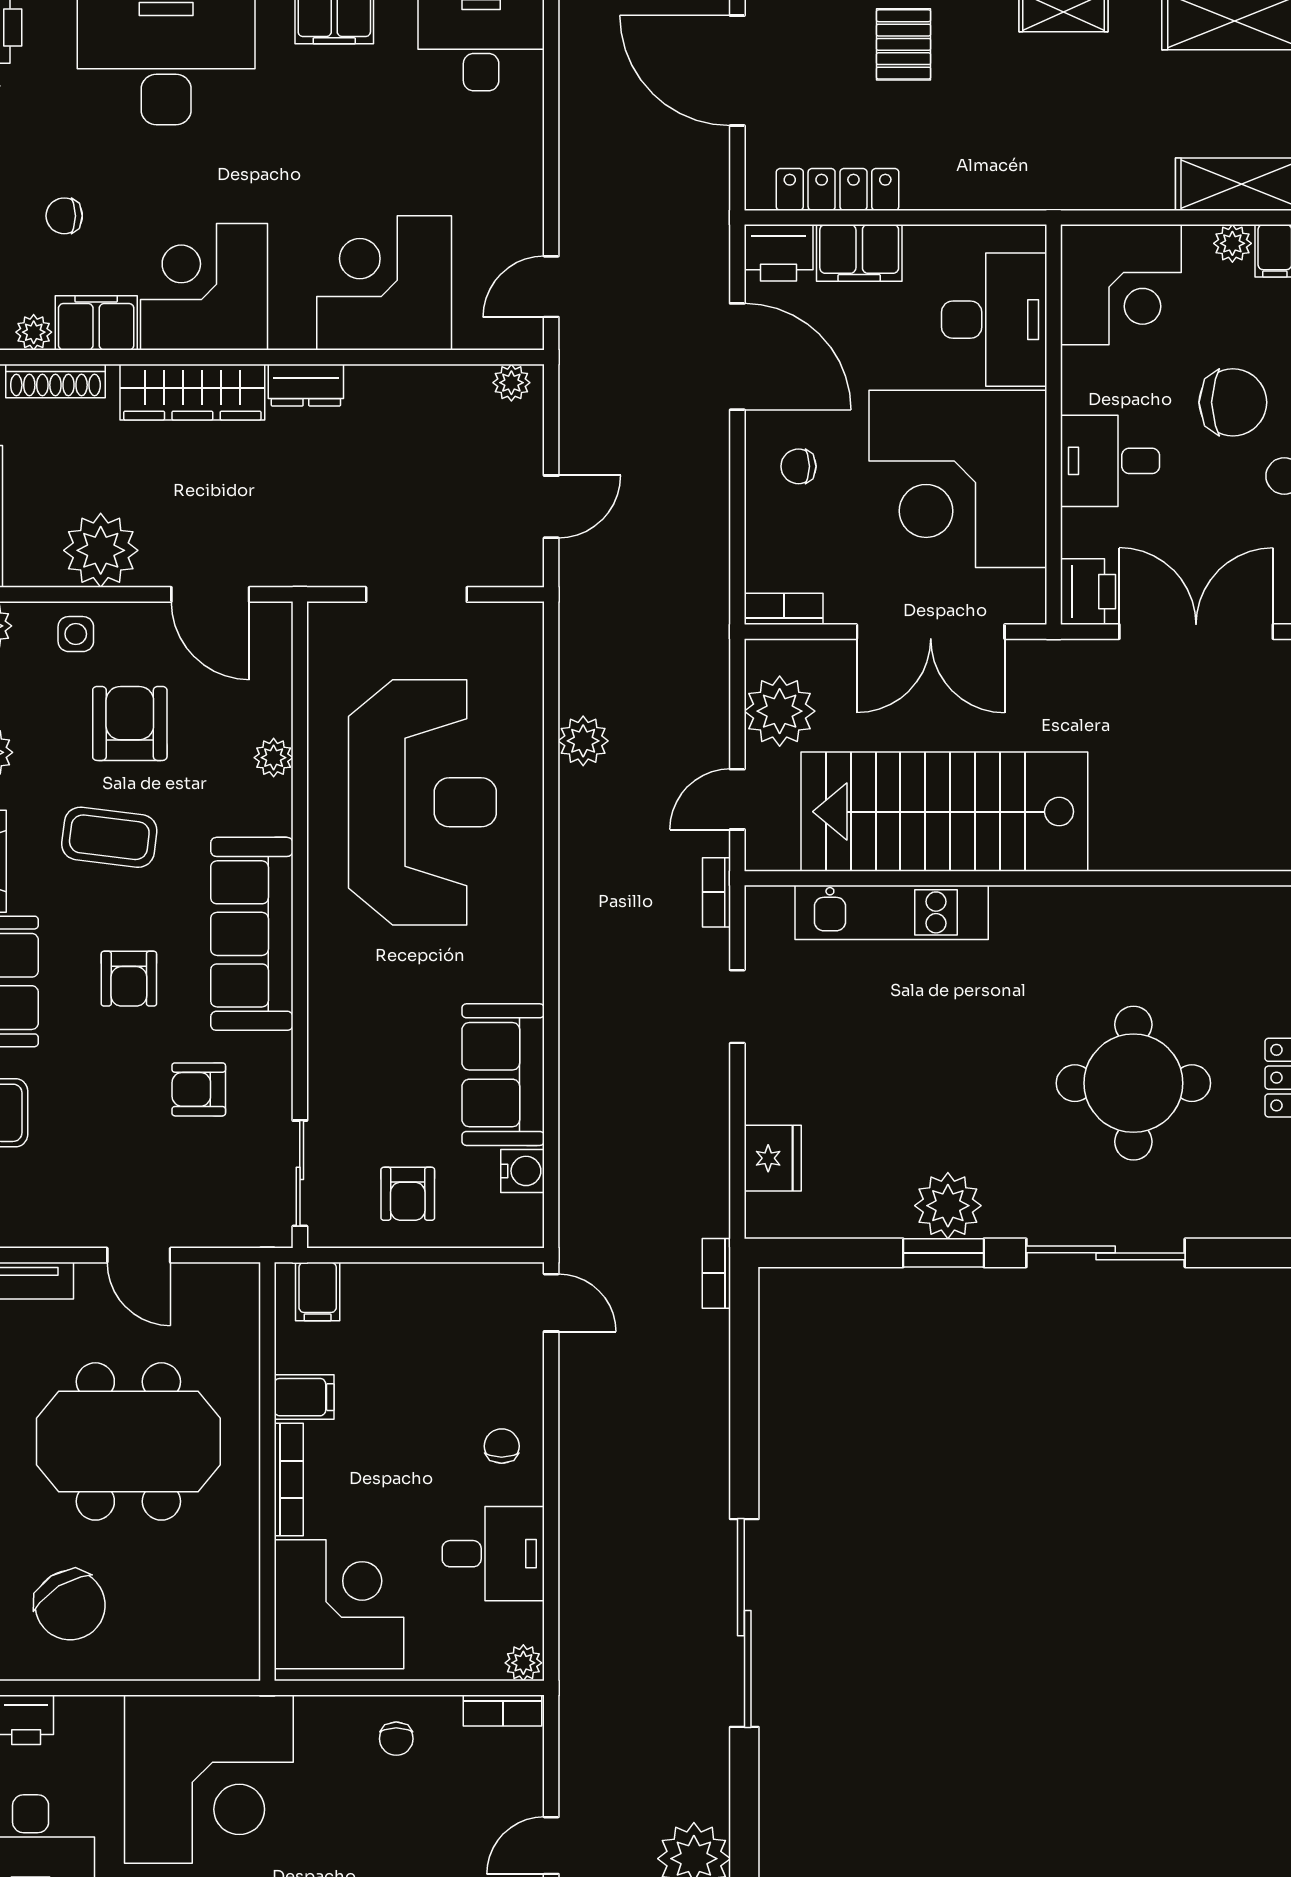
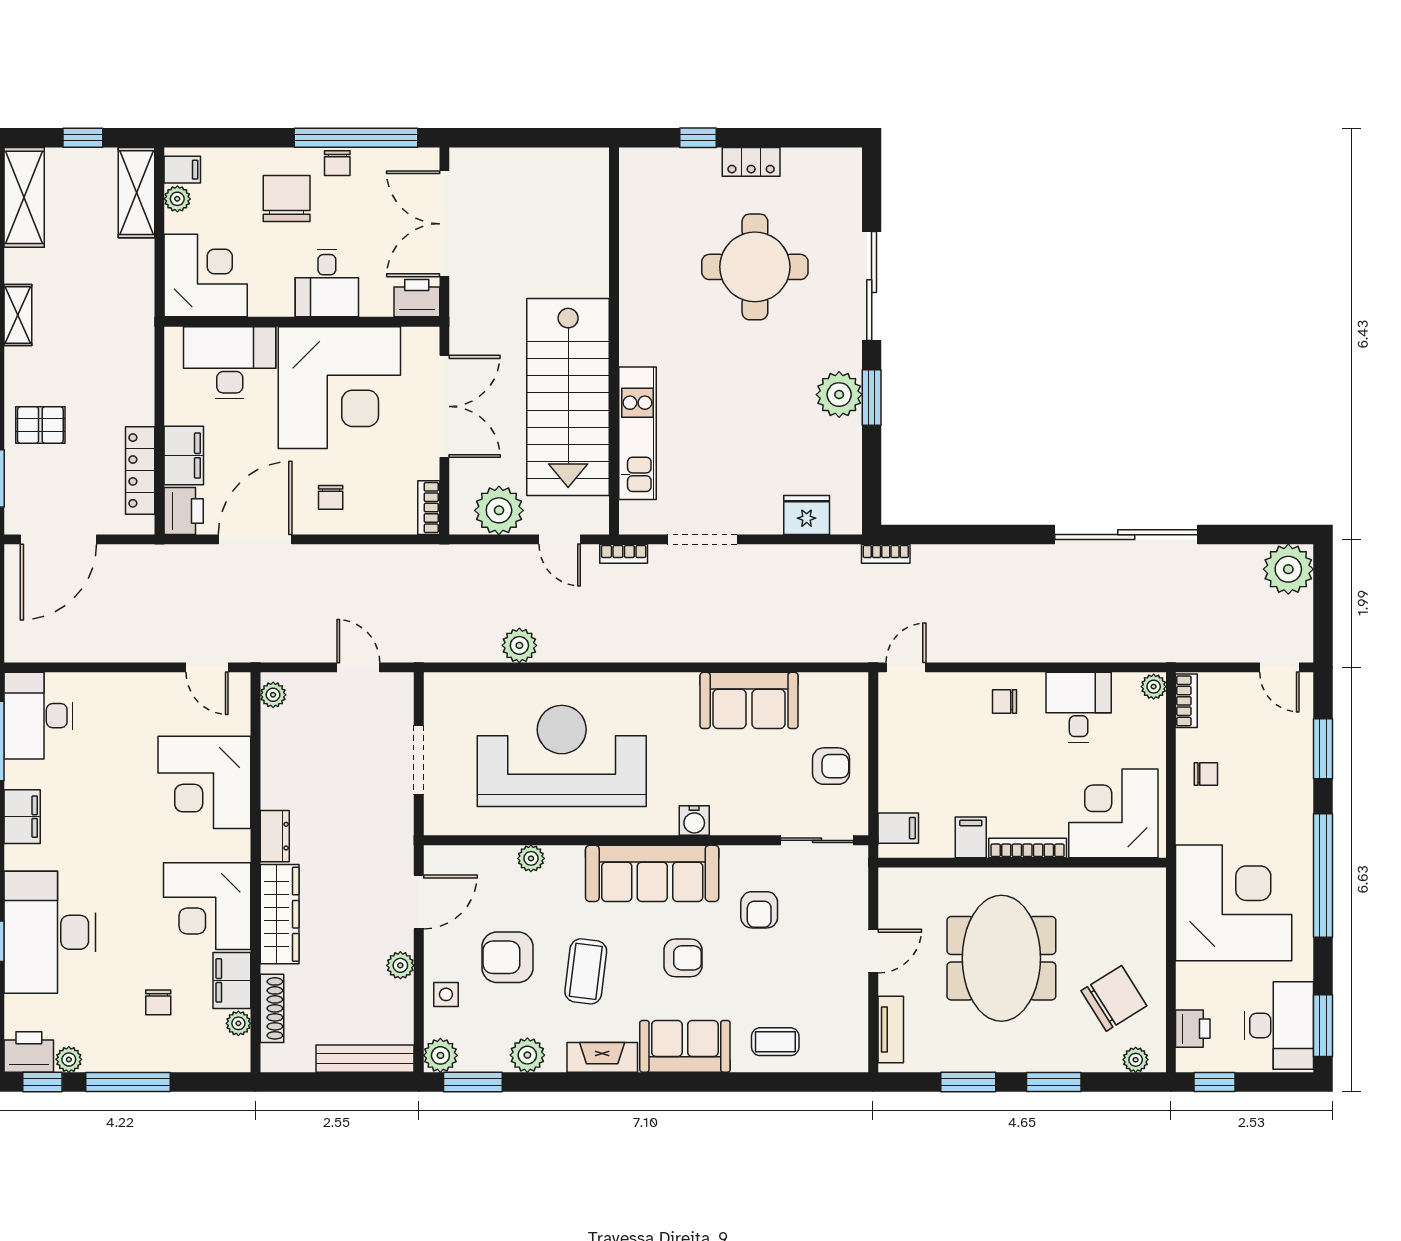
plant: (101, 550) -> (400, 965), width x0.53, depth x0.53
doorway: (737, 1007) -> (702, 539), width x1.38
water cooler: (522, 1171) -> (694, 821), moved, turned 180

